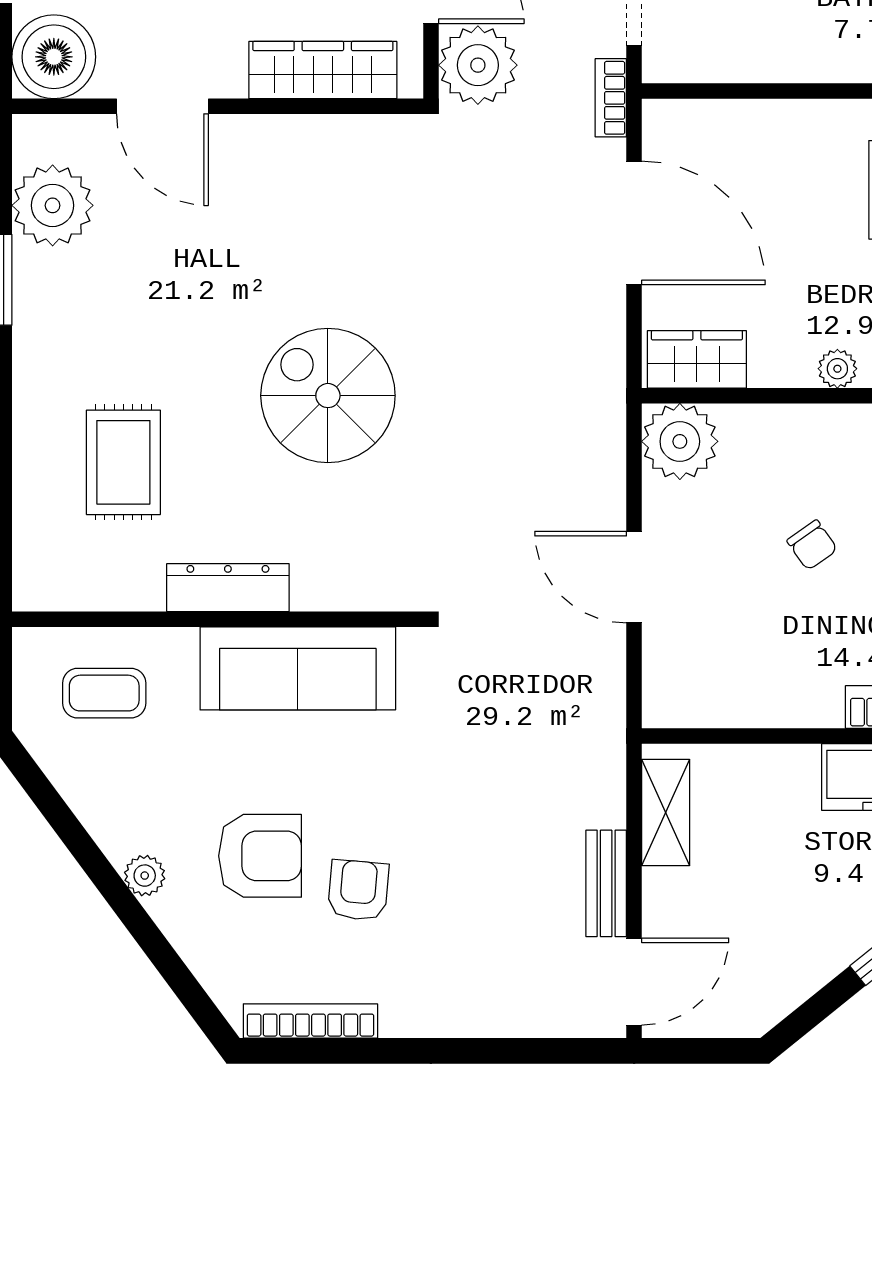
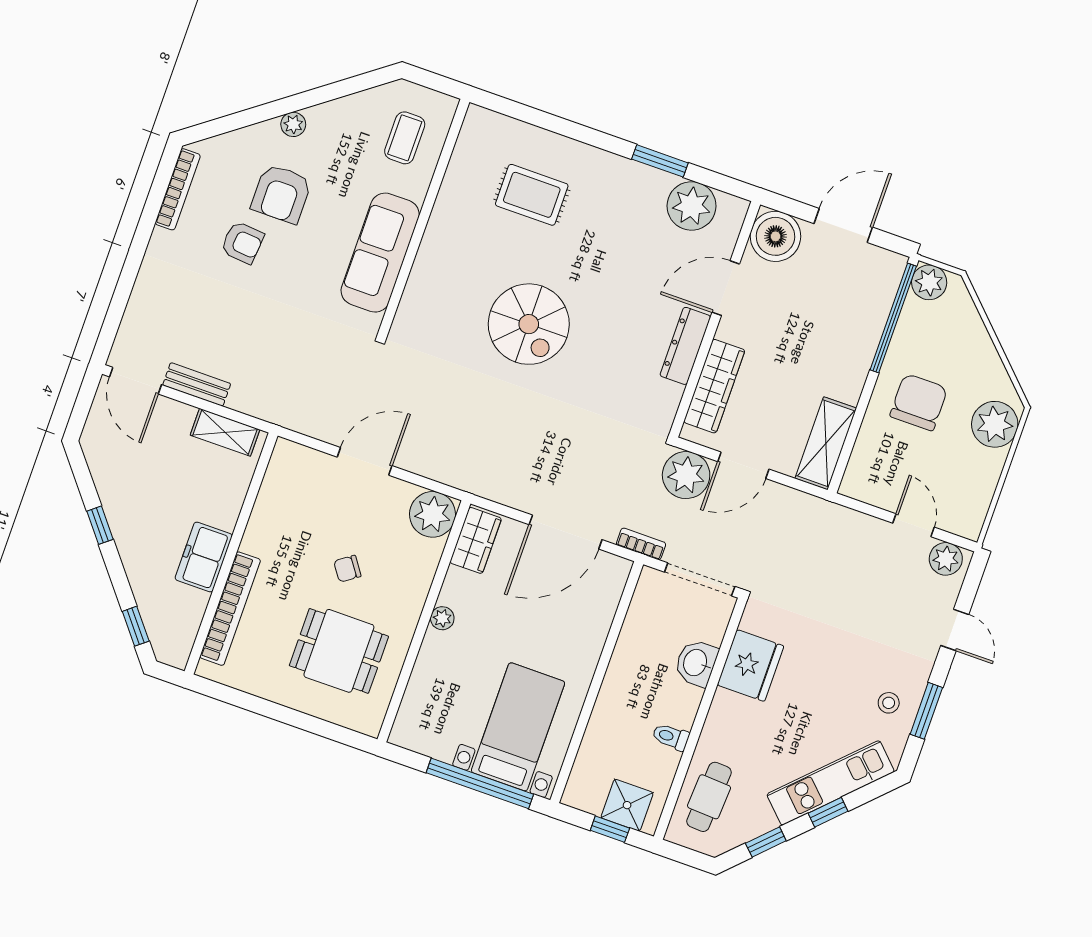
spiral stairs: (328, 396) -> (529, 324), turned 90
dresser: (228, 588) -> (685, 346), moved, turned 180

